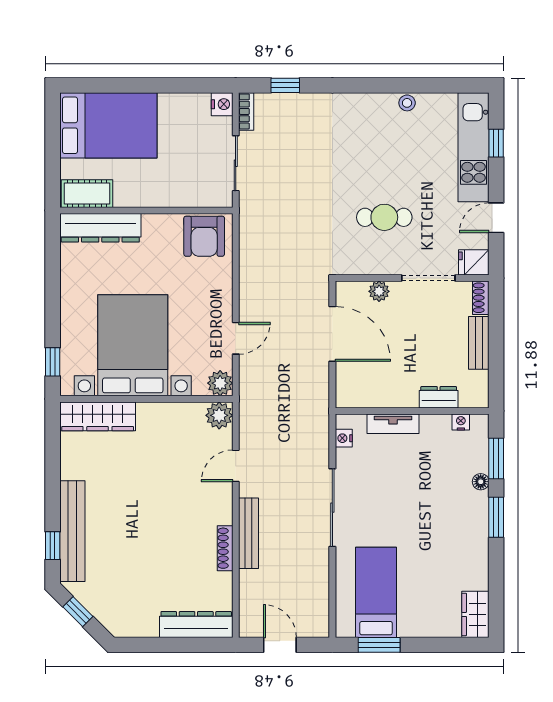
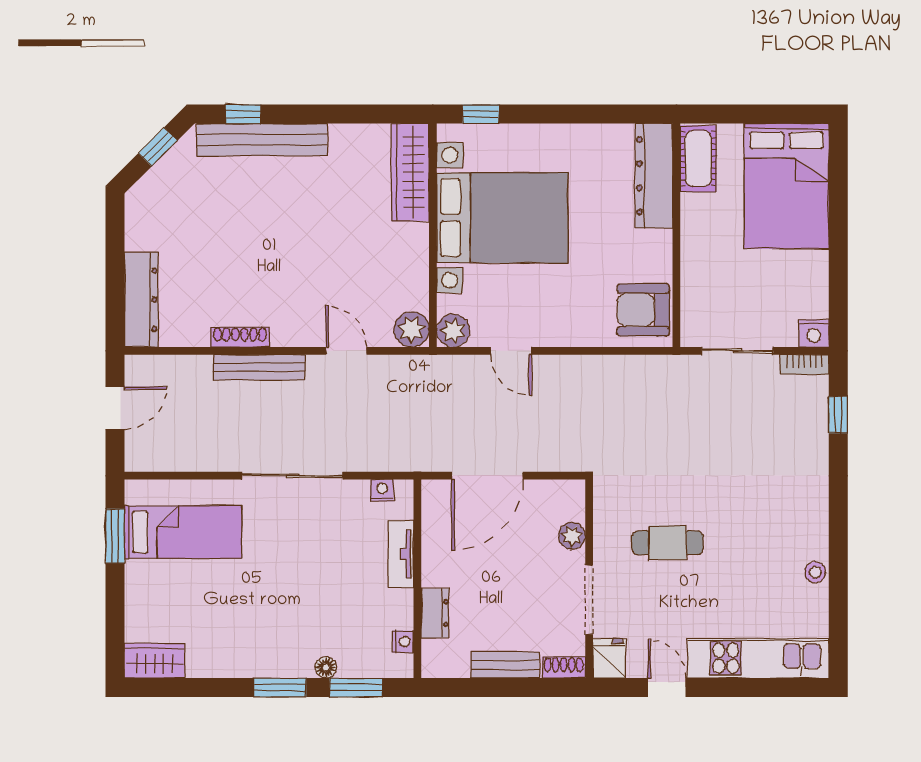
window: (496, 143) -> (764, 687), removed
cafe table: (384, 217) -> (668, 543), turned 90
door: (332, 334) -> (487, 476), moved

